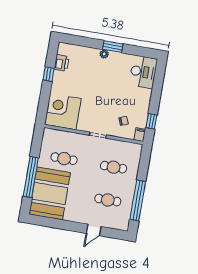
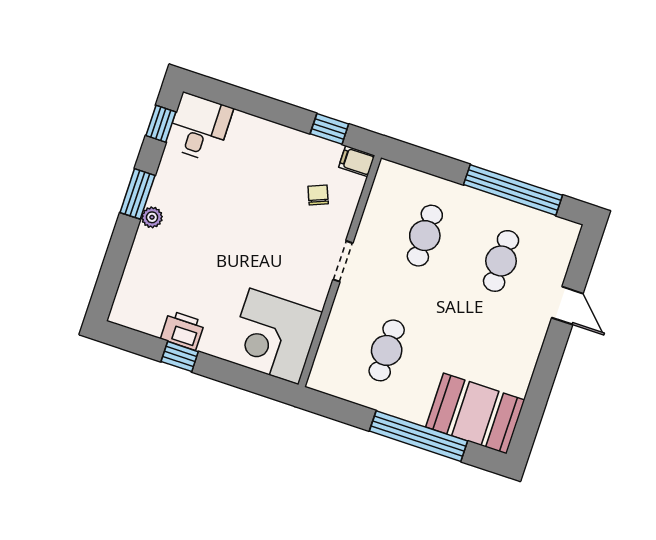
window: (143, 52) -> (161, 124), added
printer: (61, 63) -> (183, 330), moved
desk: (143, 72) -> (199, 127), width x0.73
booth: (50, 193) -> (475, 414), width x0.73, depth x0.70

